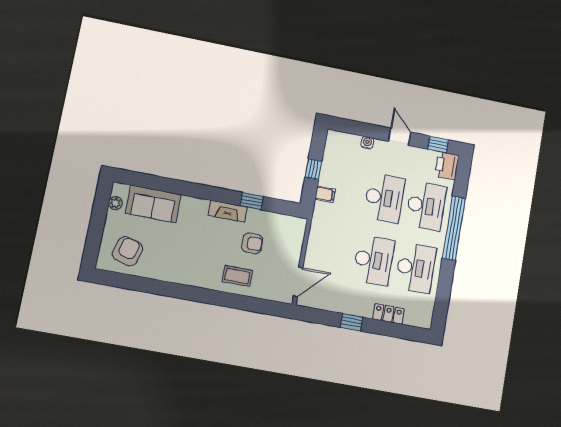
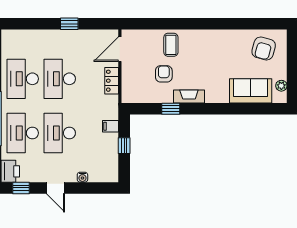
armchair: (252, 243) -> (164, 74), turned 90
coffee table: (237, 276) -> (171, 45), turned 90
locker: (388, 314) -> (112, 81), moved, turned 90

